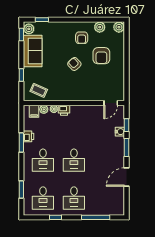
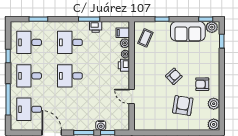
armchair: (101, 56) -> (183, 106), turned 99
door: (111, 103) -> (132, 96), moved
desk: (105, 198) -> (29, 109), added

